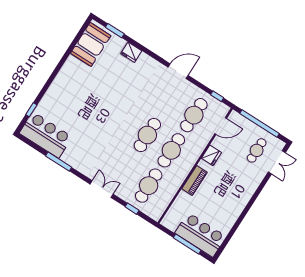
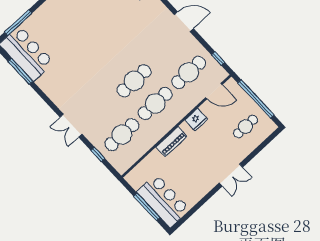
window: (31, 110) -> (18, 23), width x2.17
window: (59, 162) -> (20, 71), moved
double door: (277, 162) -> (231, 175), moved
double door: (102, 189) -> (71, 126), swing flipped

